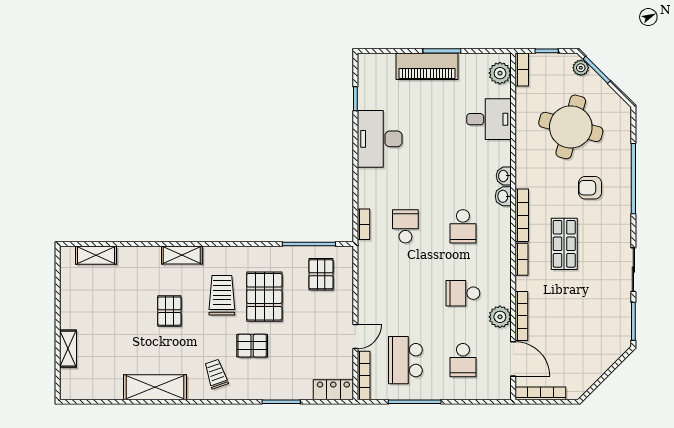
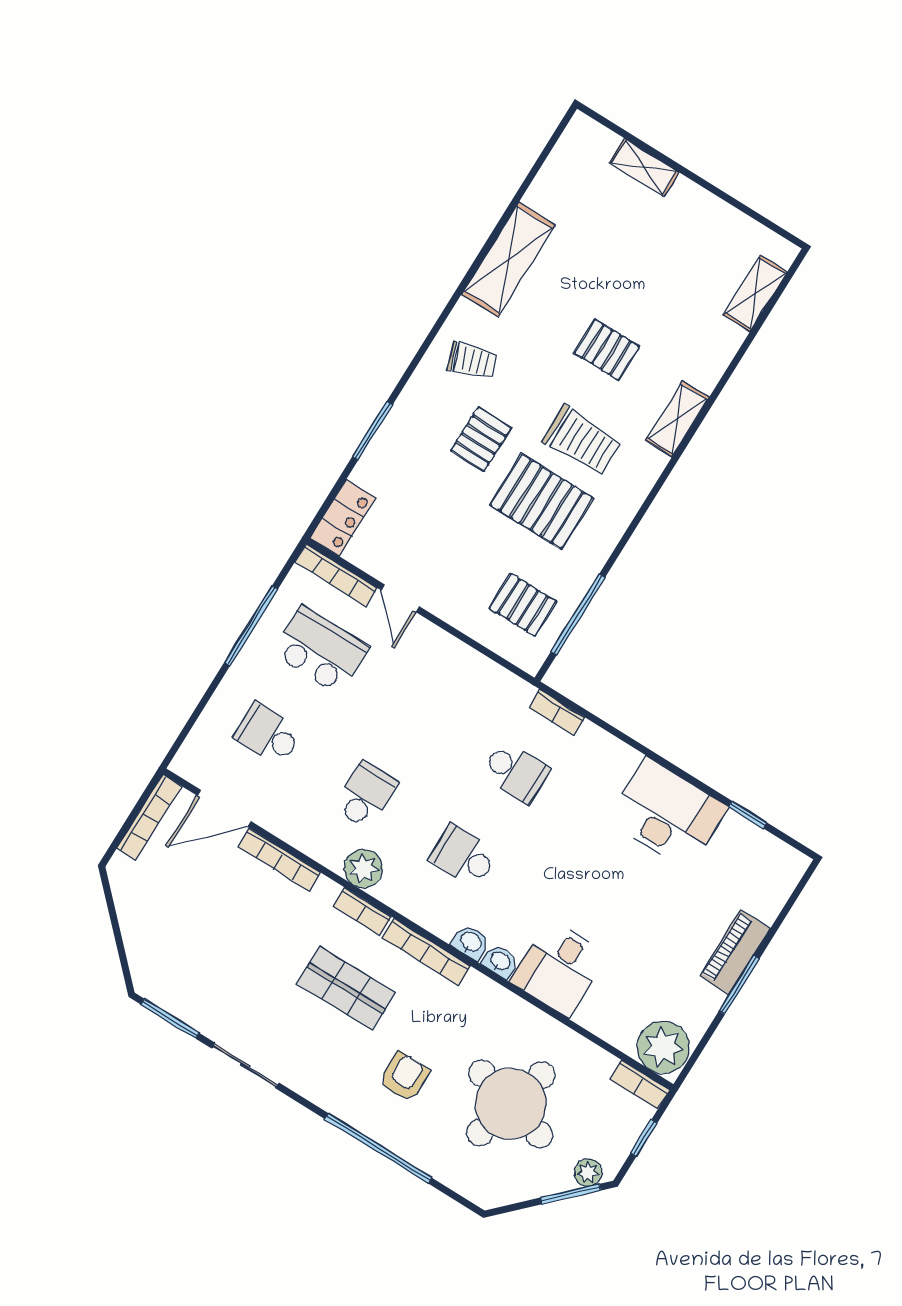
piano: (427, 66) -> (735, 952), width x0.73, depth x0.75
plant: (500, 73) -> (663, 1047), width x1.36, depth x1.36
desk: (489, 119) -> (559, 968), moved
plant: (500, 317) -> (363, 869), moved

